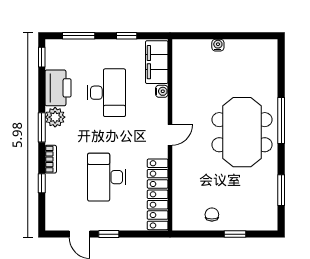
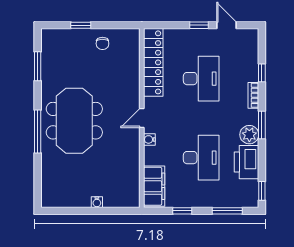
water cooler: (162, 91) -> (149, 139), moved
desk: (107, 93) -> (201, 158), turned 180

